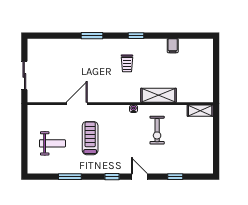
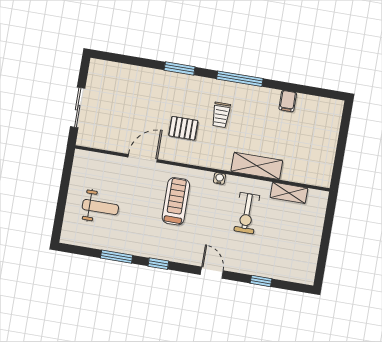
window: (136, 36) -> (240, 79), width x2.17
pallet: (102, 77) -> (183, 128), added
shelving: (200, 111) -> (289, 193), moved
treadmill: (90, 138) -> (176, 201), moved
window: (112, 177) -> (158, 264), moved

